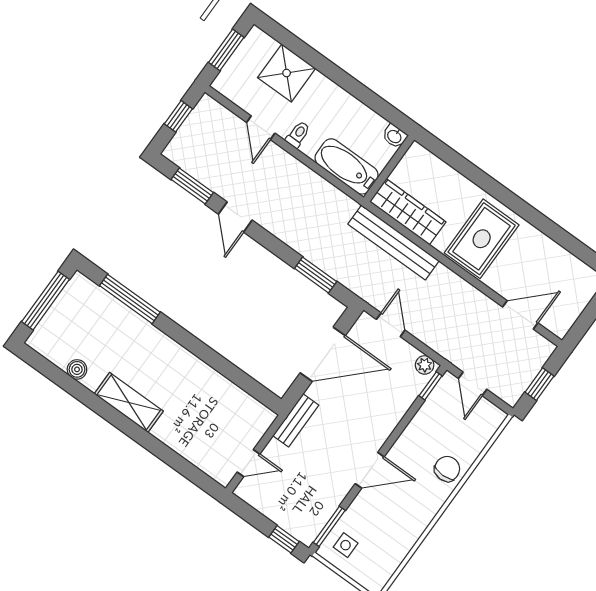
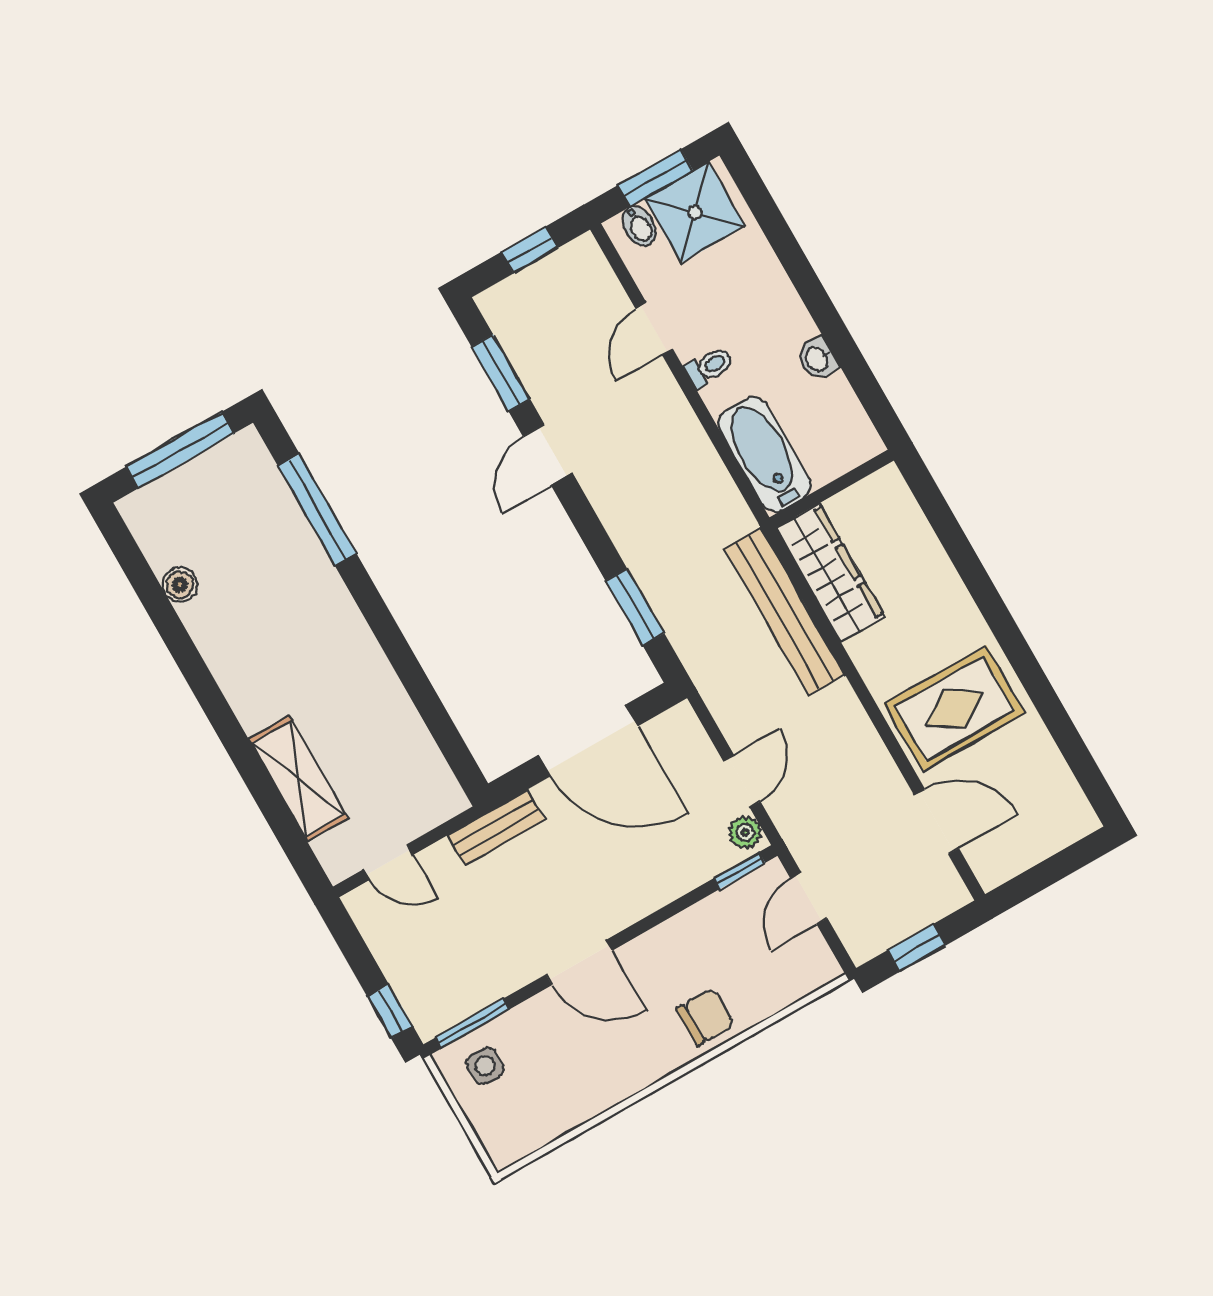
shower: (287, 73) -> (695, 212), moved
bidet: (229, 78) -> (639, 226), added
washbasin: (395, 136) -> (818, 359), moved
rug: (482, 239) -> (954, 709), moved
door: (391, 325) -> (742, 781), moved
shelving: (129, 402) -> (298, 779), moved

